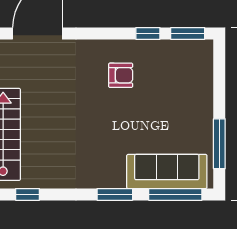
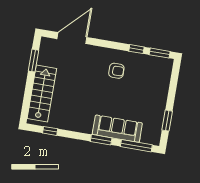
window: (219, 144) -> (167, 121), width x0.69
sofa: (167, 171) -> (117, 129), moved

